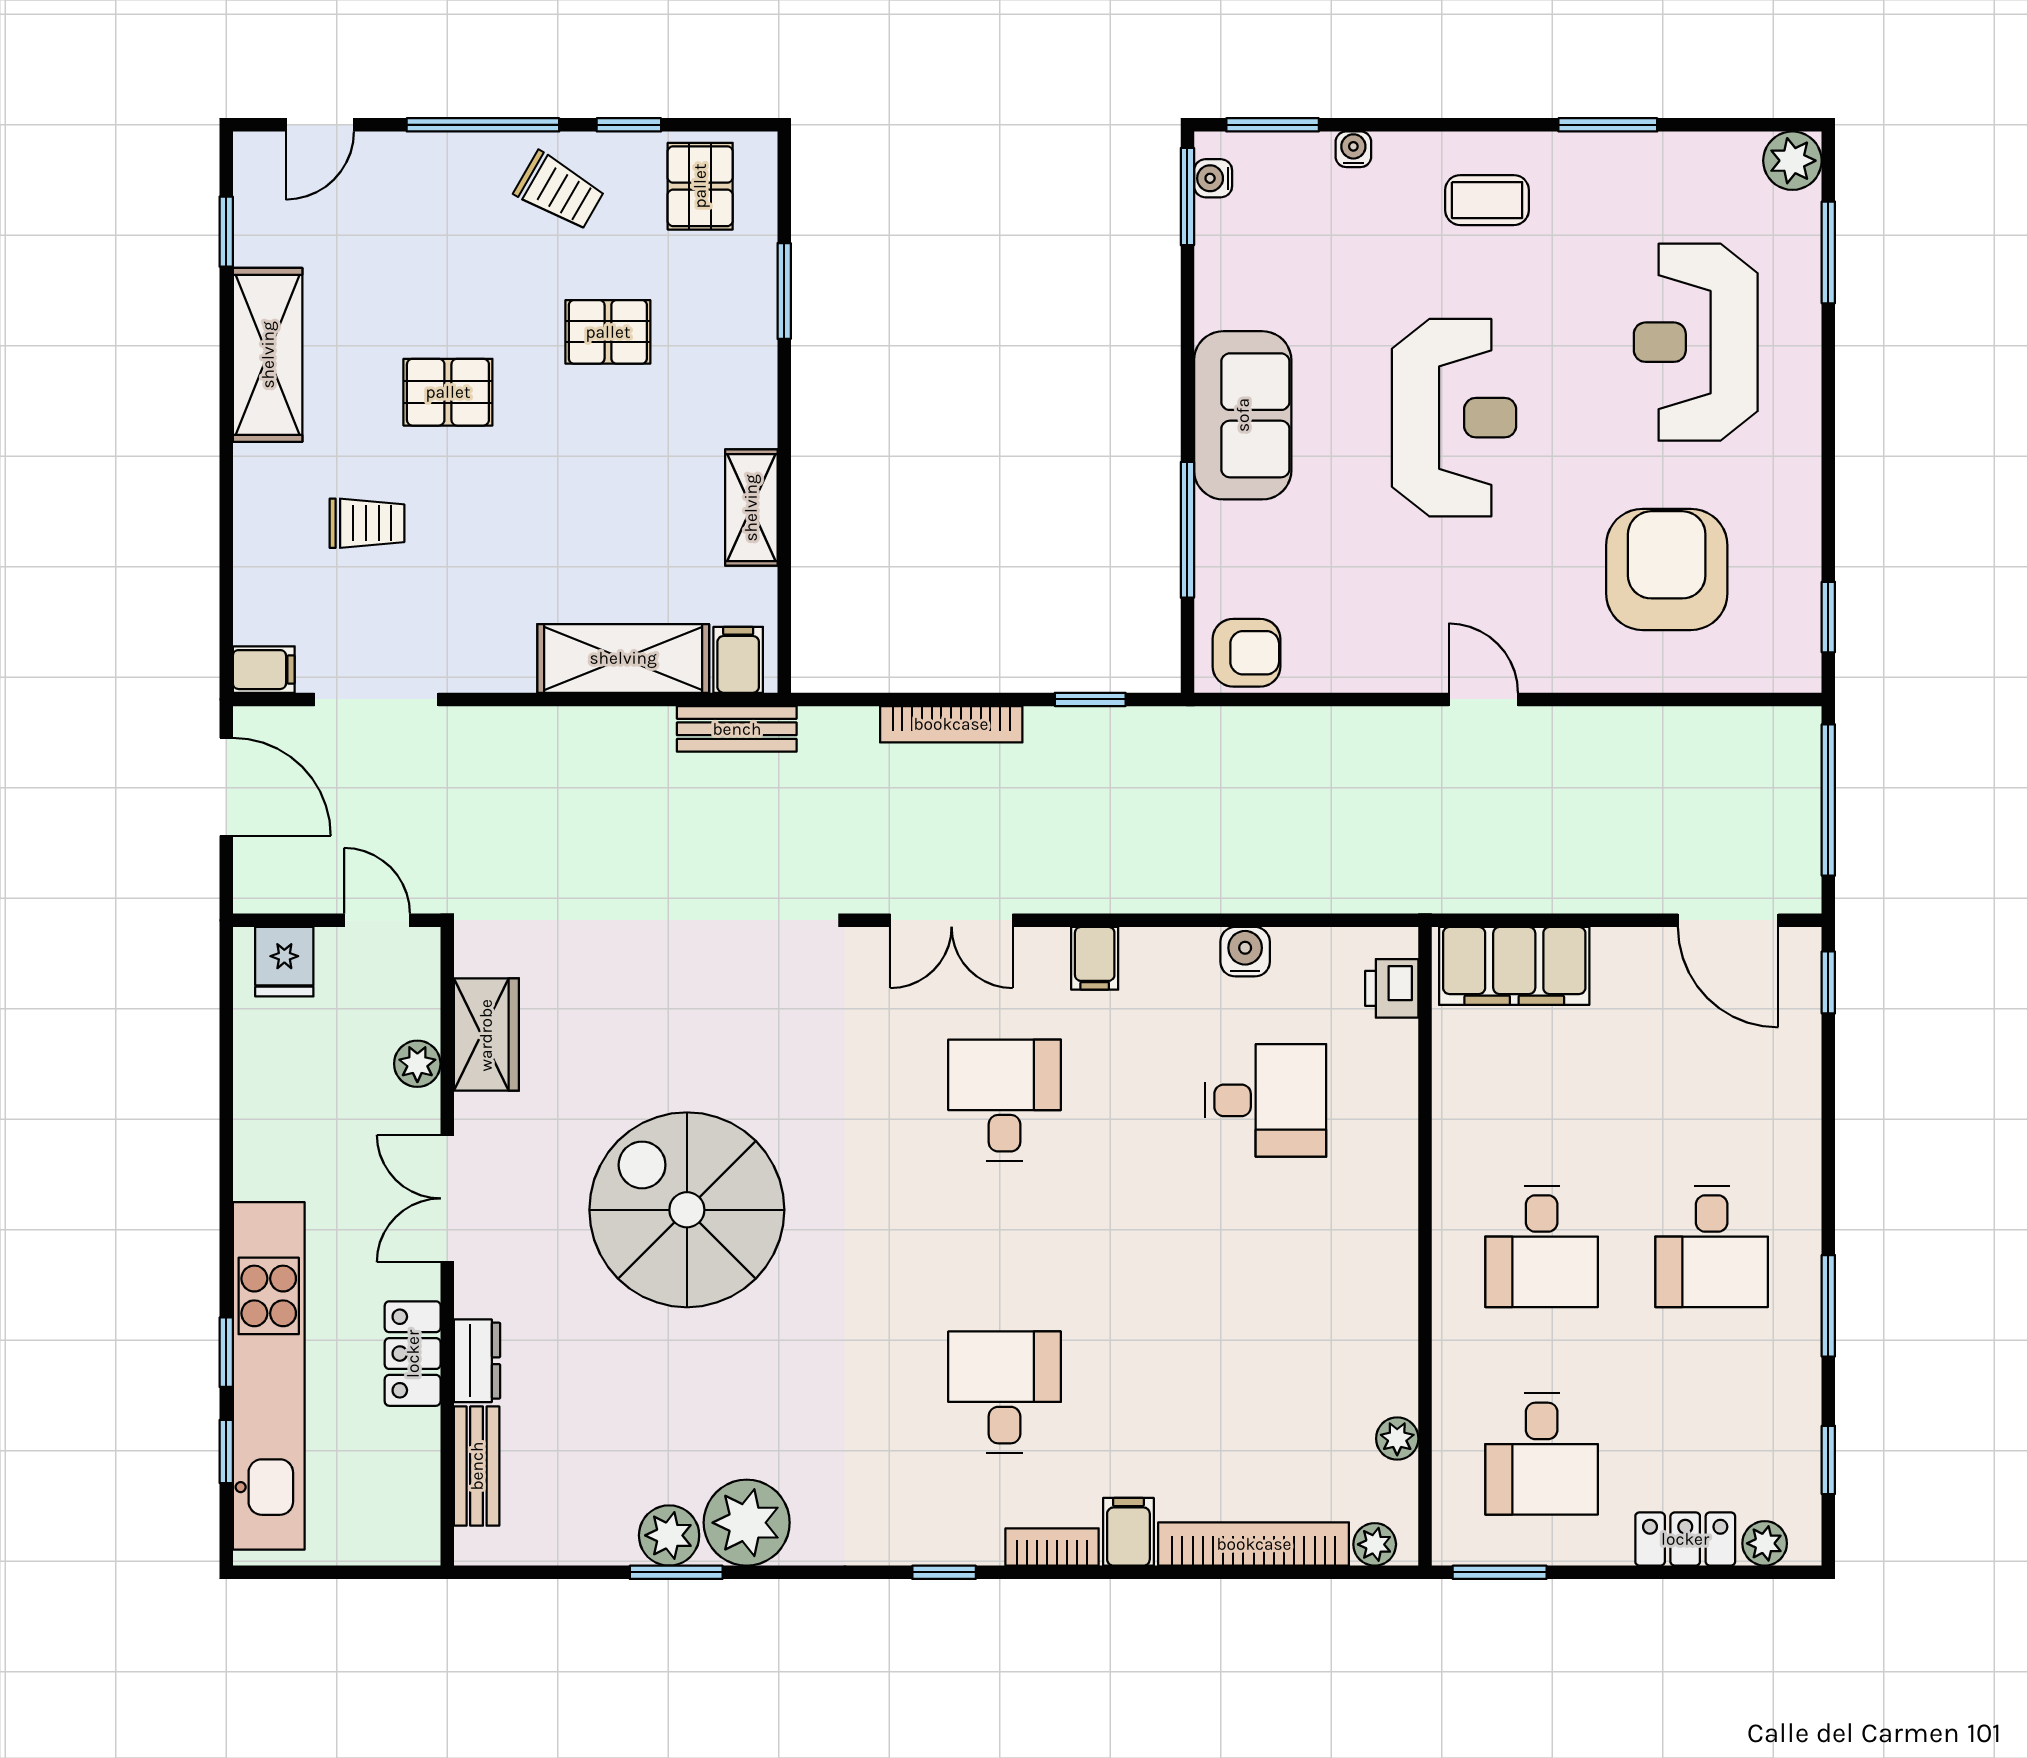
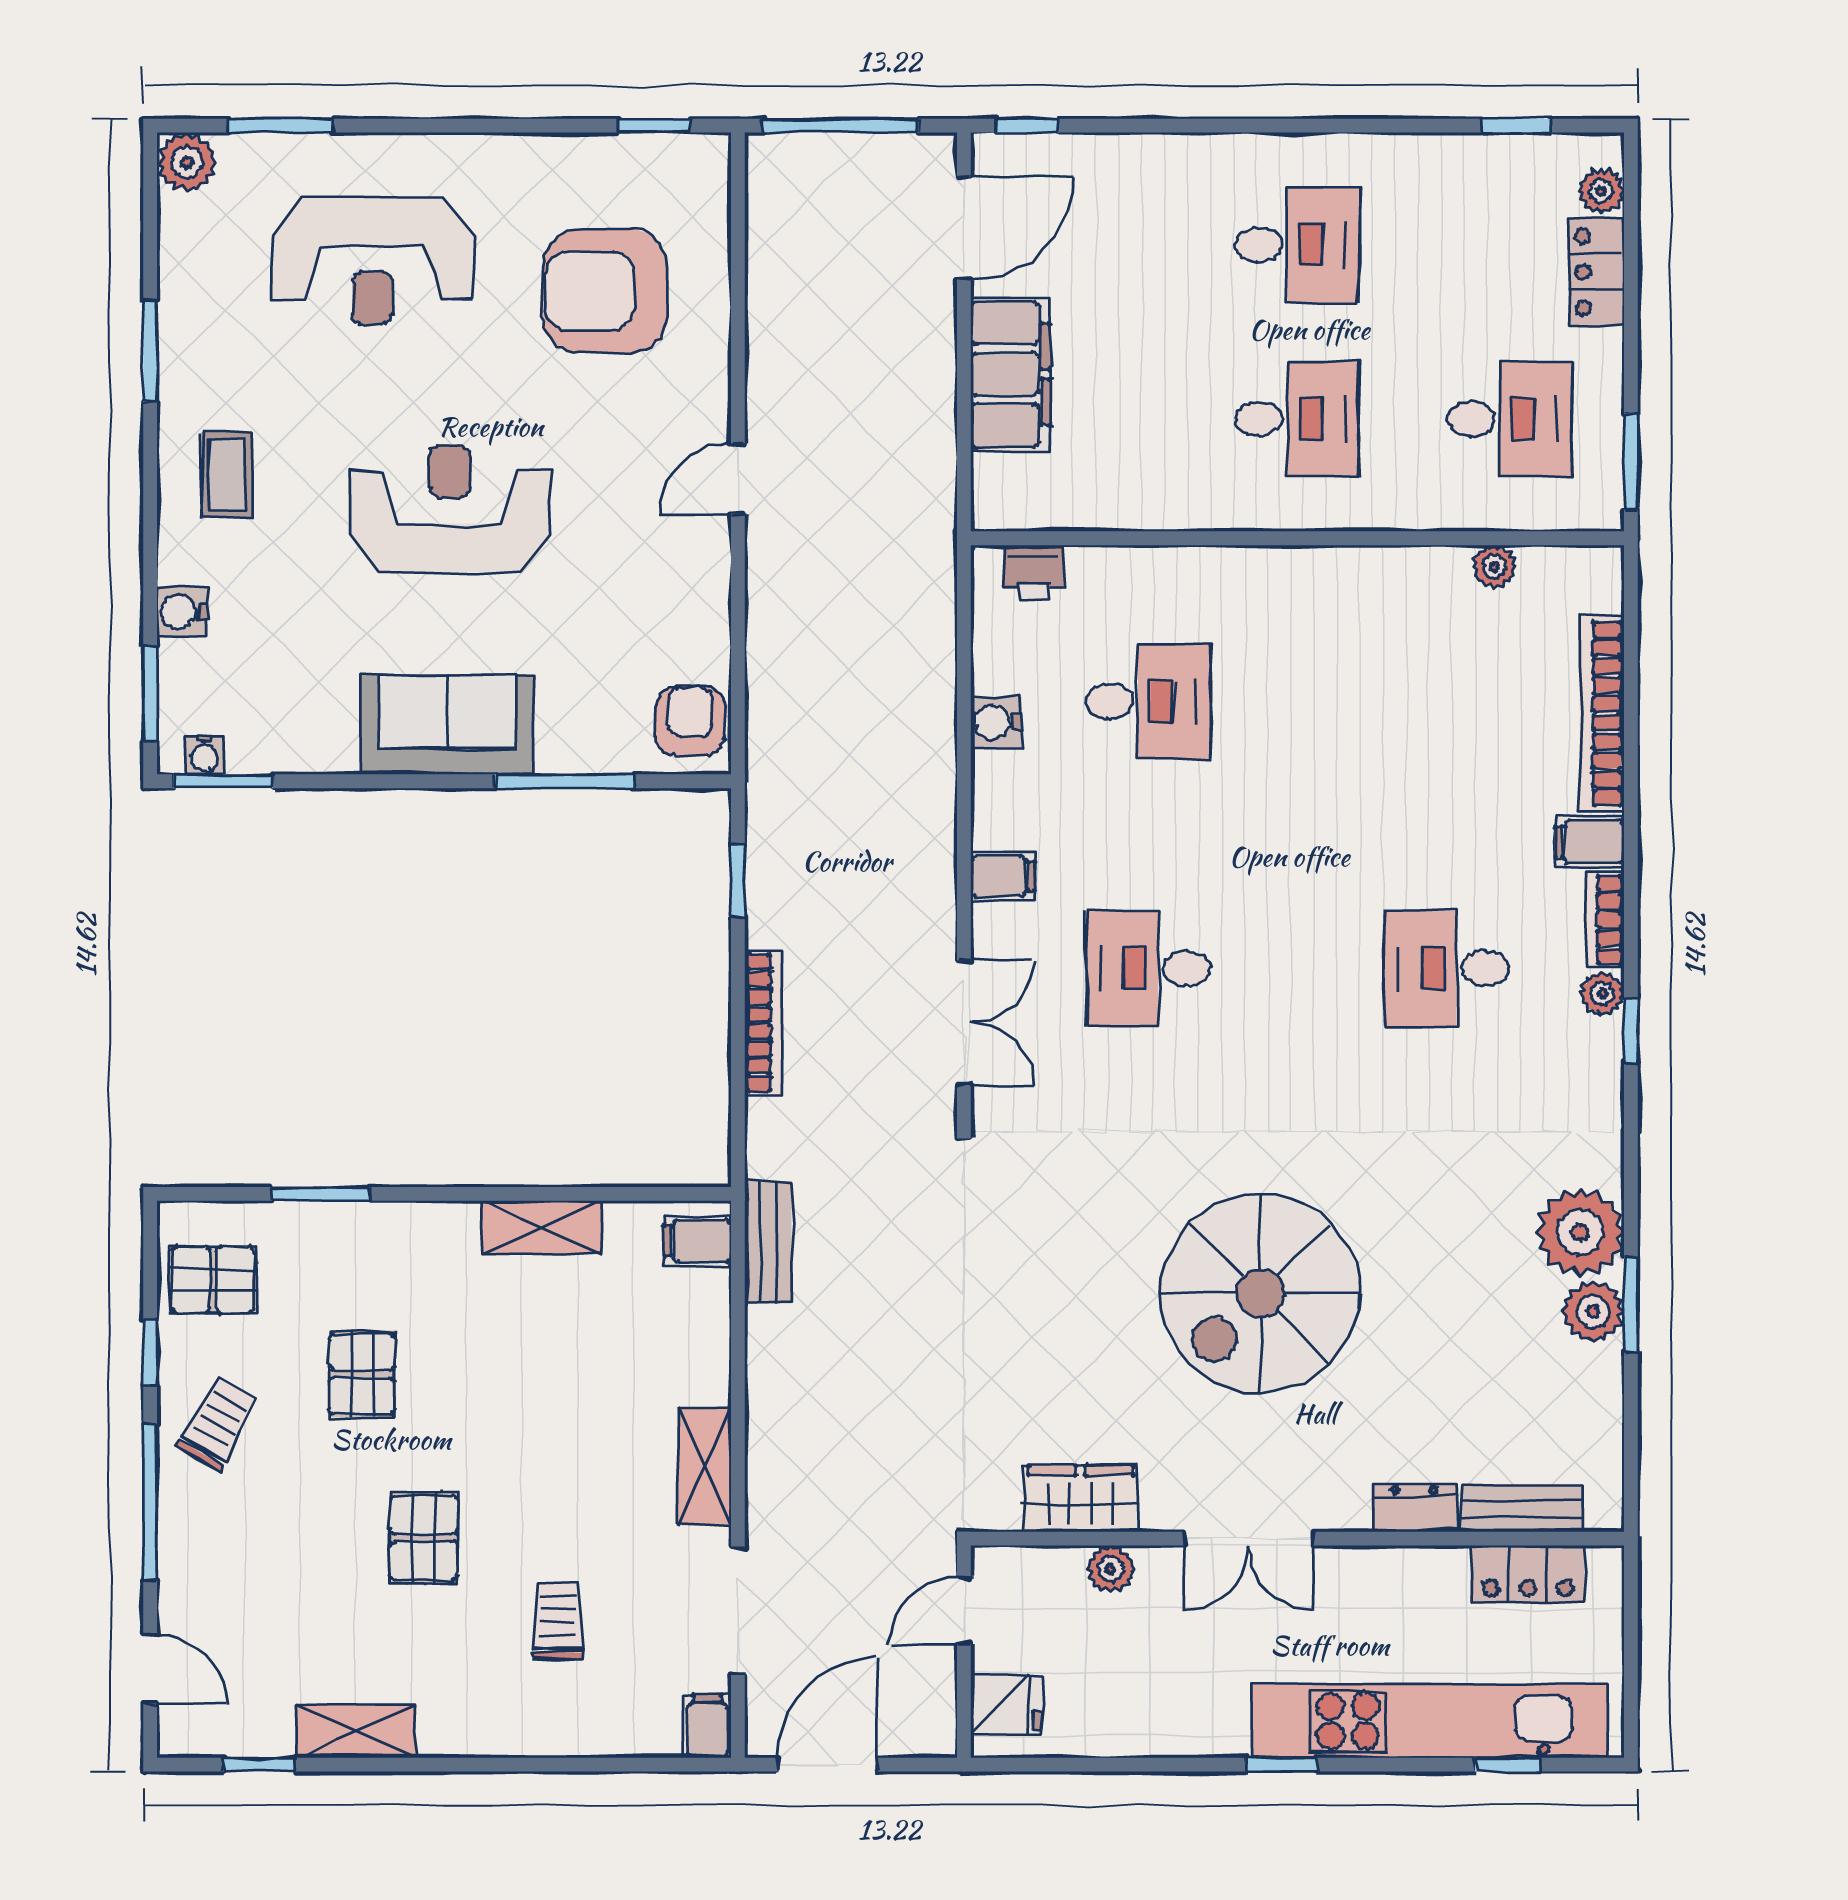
water cooler: (1353, 149) -> (182, 612), width x1.38, depth x1.38
shelving: (268, 355) -> (356, 1731), width x0.67, depth x0.75
shelving: (623, 658) -> (705, 1467), moved, width x0.67, depth x0.75
filing cabinet: (1514, 966) -> (1011, 374), moved
desk: (1265, 1100) -> (1148, 702), turned 90
window: (1828, 1306) -> (1358, 126), removed
window: (226, 1352) -> (1281, 1765), moved
locker: (413, 1354) -> (1528, 1574), moved
plant: (1375, 1544) -> (1602, 994), moved

